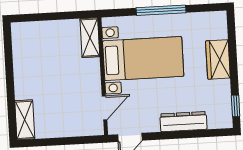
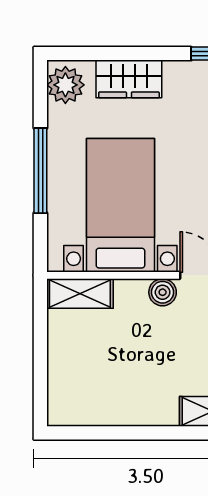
plant: (212, 22) -> (65, 85), added
boiler: (93, 86) -> (163, 292), added

